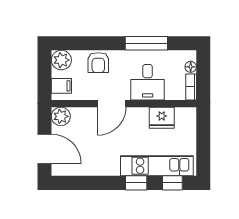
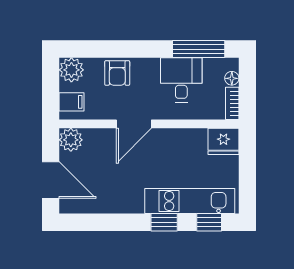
window: (146, 43) -> (199, 49), moved
desk: (148, 82) -> (181, 80), moved, turned 180
fridge: (162, 118) -> (223, 141), moved

